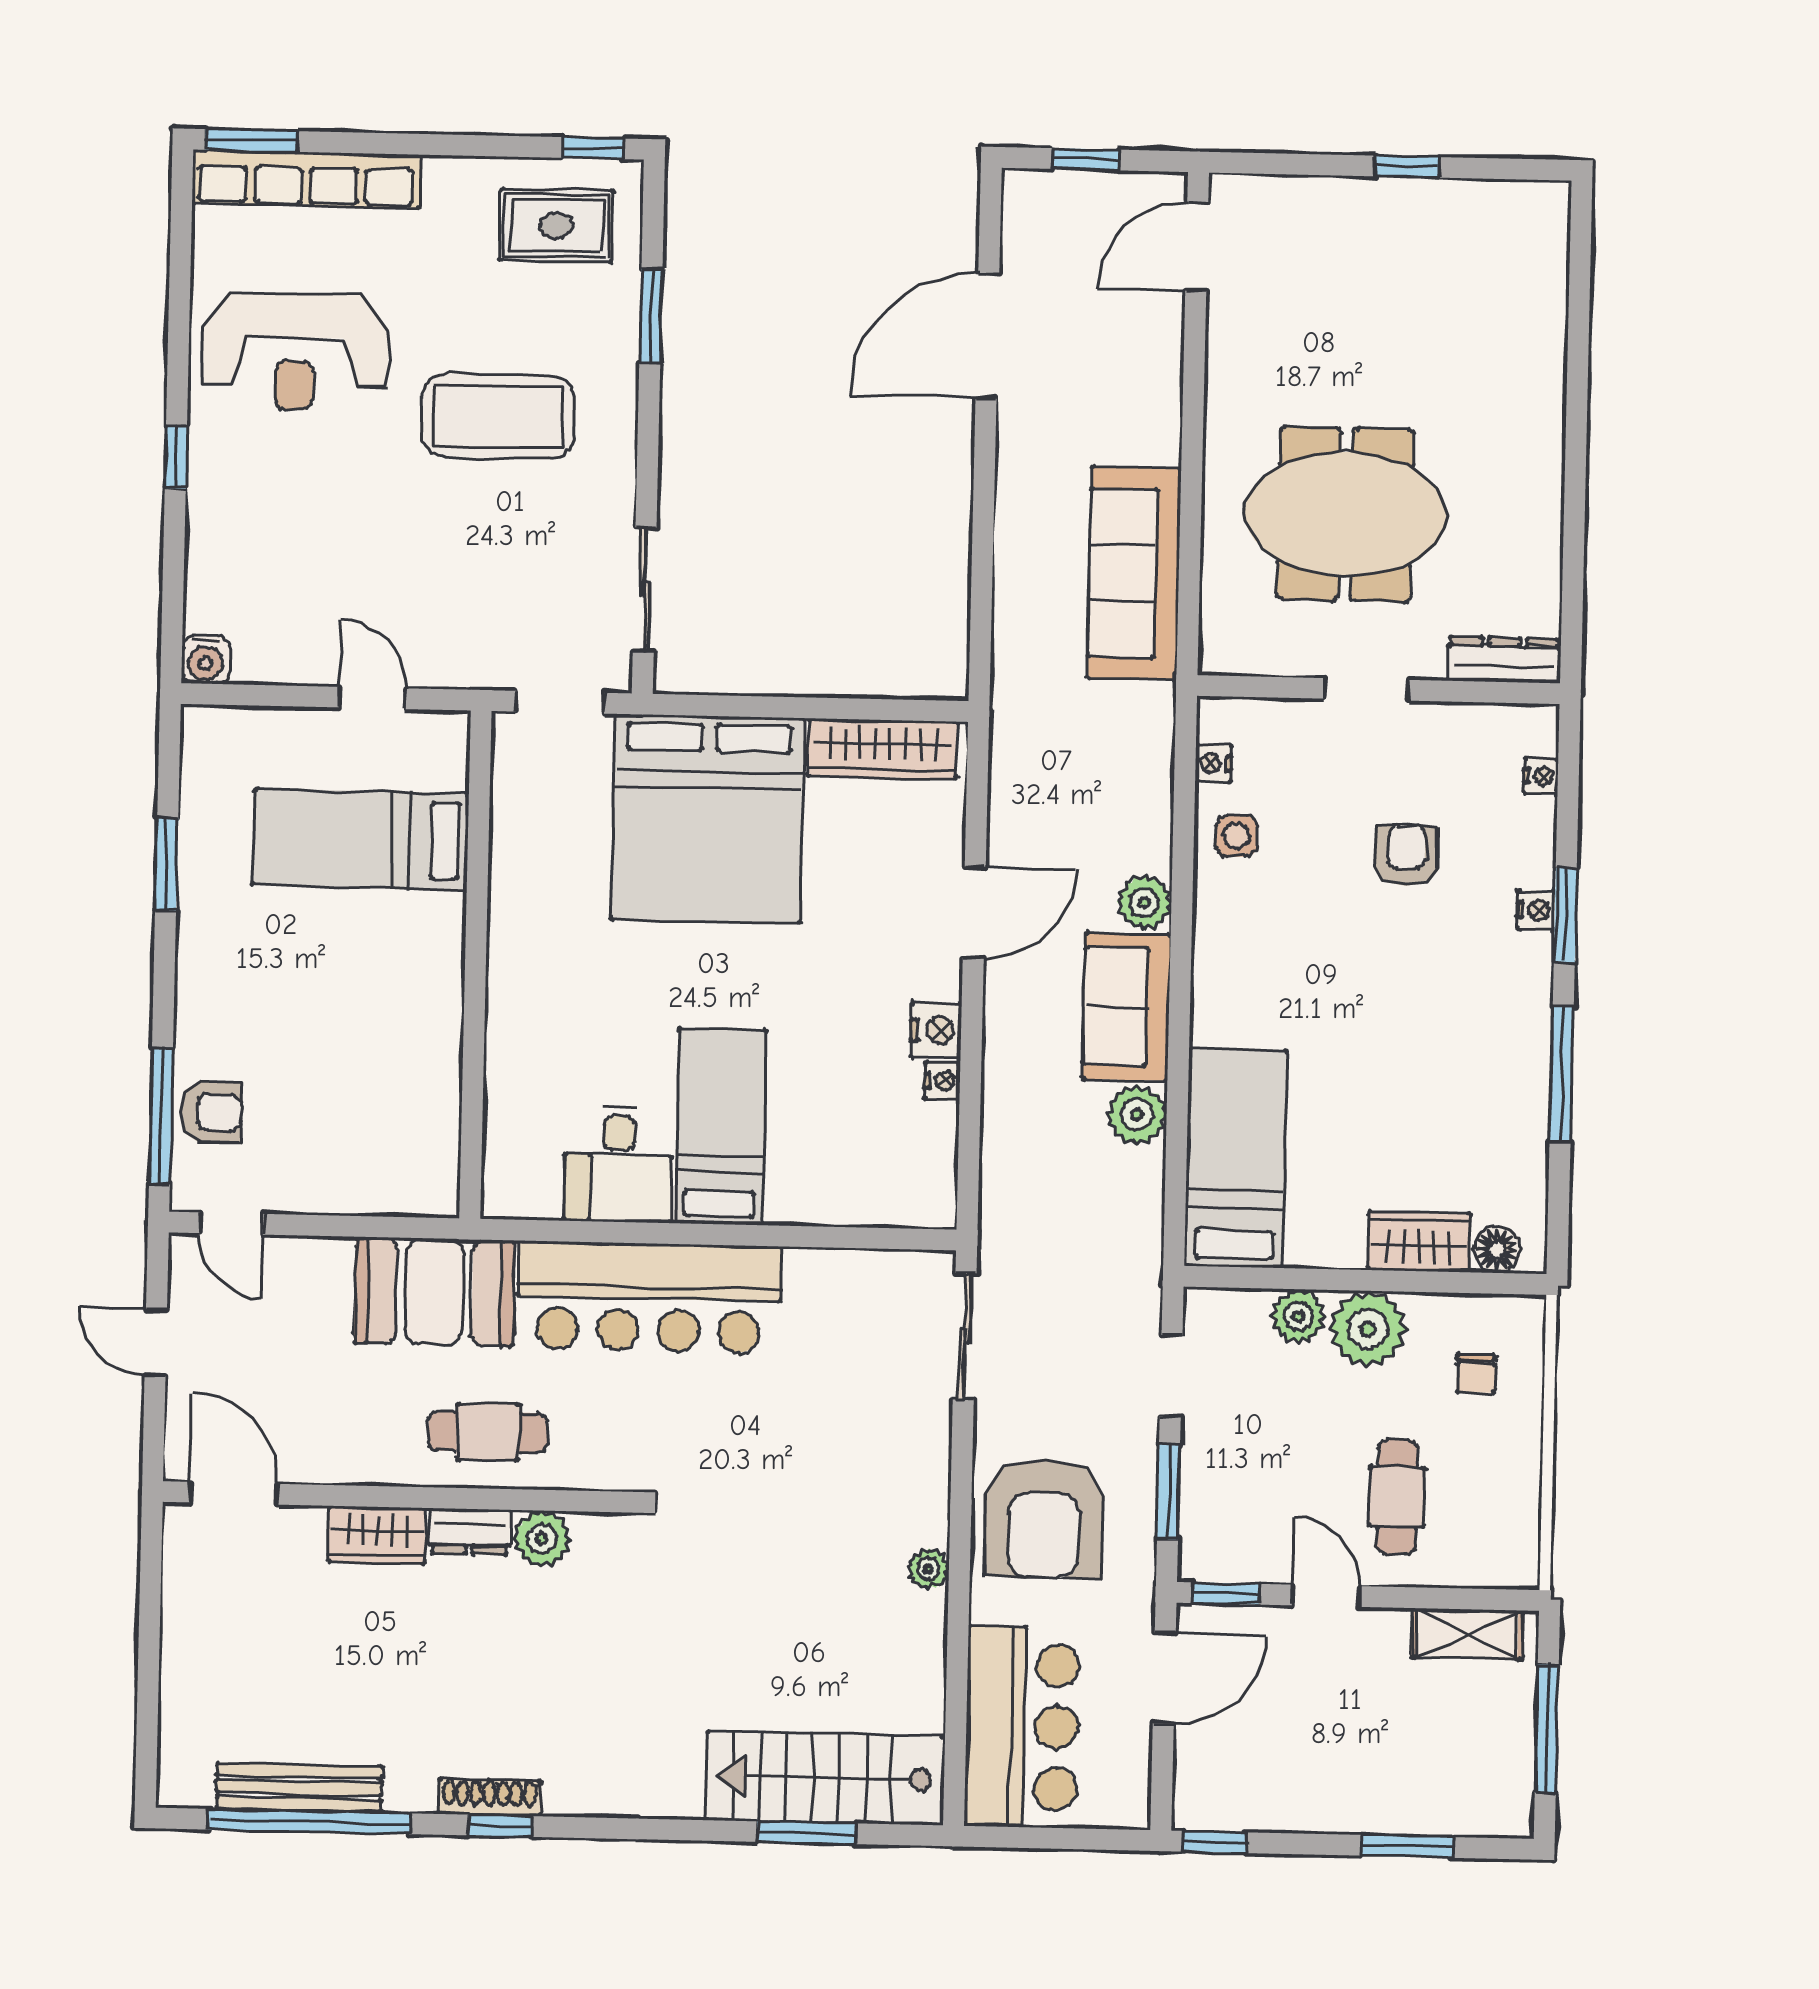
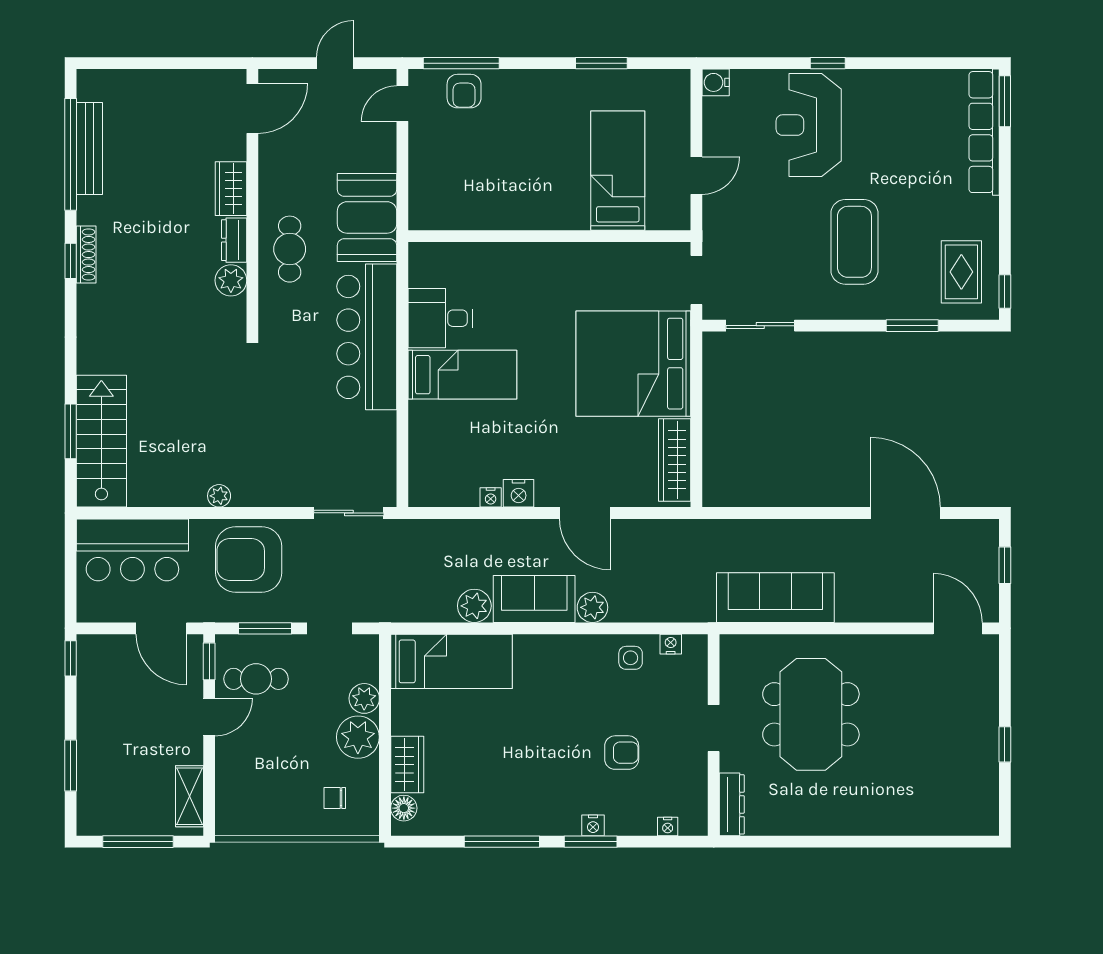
reception desk: (295, 351) -> (809, 125), moved
cafe table: (1397, 1497) -> (256, 679), moved

